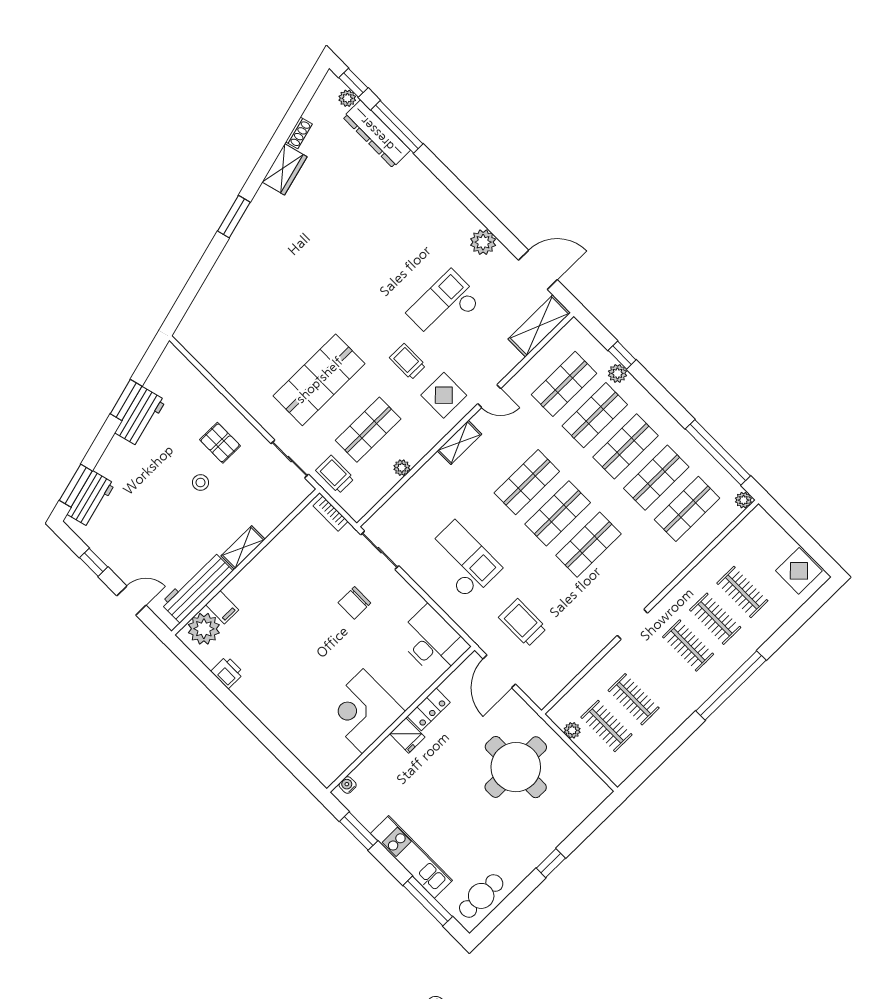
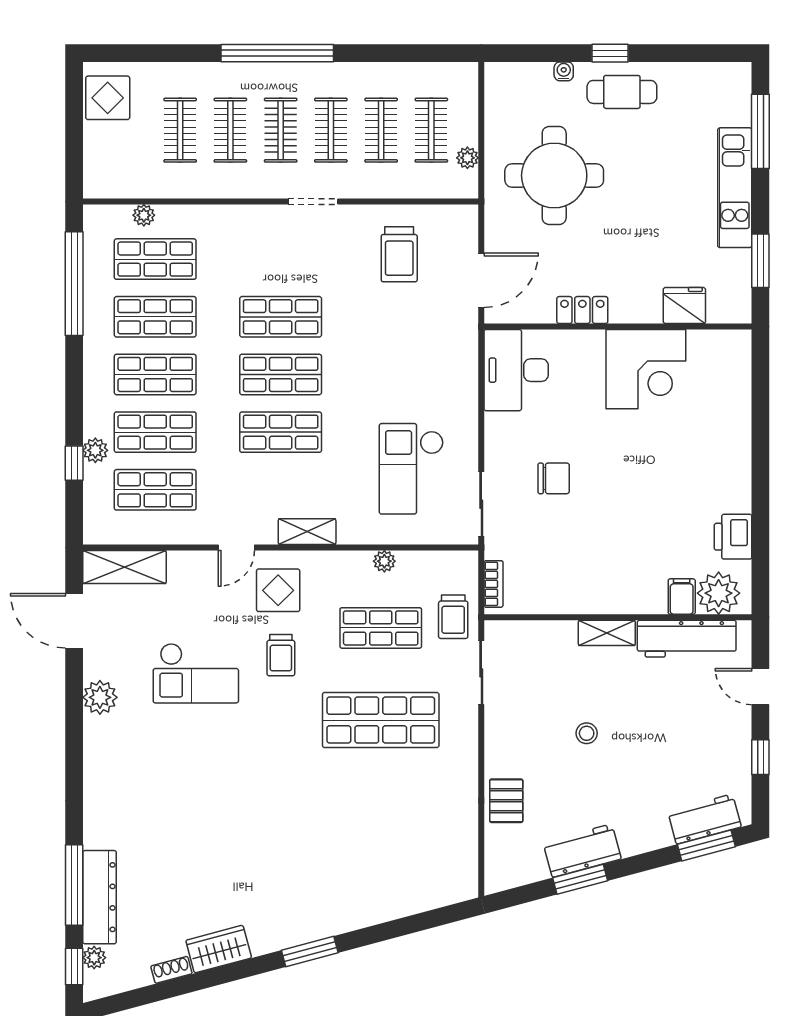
door: (489, 396) -> (236, 547), swing flipped
pallet: (220, 443) -> (506, 801), moved
plant: (743, 500) -> (144, 215), moved
checkout: (462, 560) -> (411, 469), moved
trolley: (523, 623) -> (399, 254), moved
printer: (227, 672) -> (733, 537), width x1.36, depth x1.24
clothes rail: (661, 672) -> (331, 130), added
fridge: (407, 735) -> (684, 305), moved, width x1.38
water cooler: (348, 785) -> (564, 71), moved, turned 180
cafe table: (481, 896) -> (622, 92), moved

